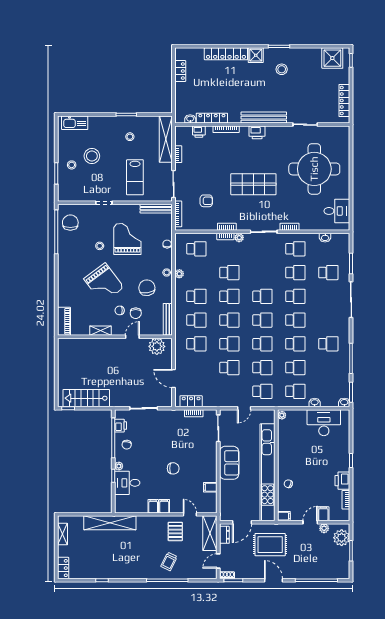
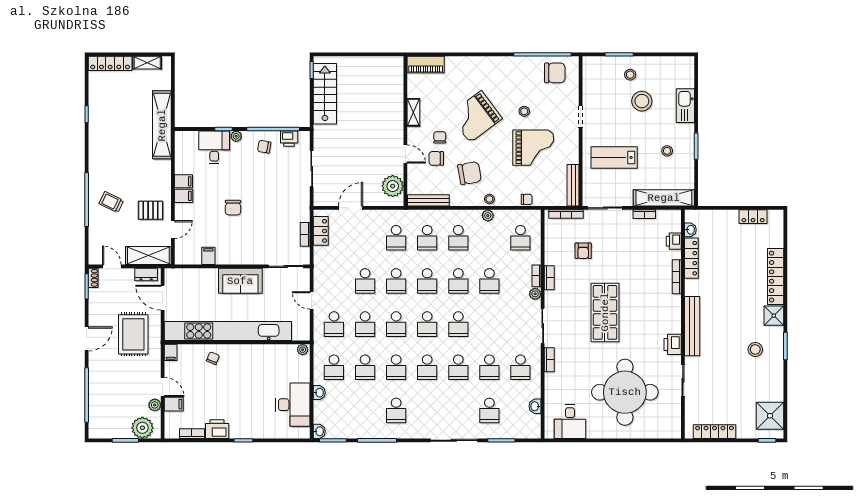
kitchen sink: (75, 123) -> (685, 106), moved
printer: (257, 132) -> (673, 344), moved
locker: (63, 568) -> (110, 63), width x1.53

